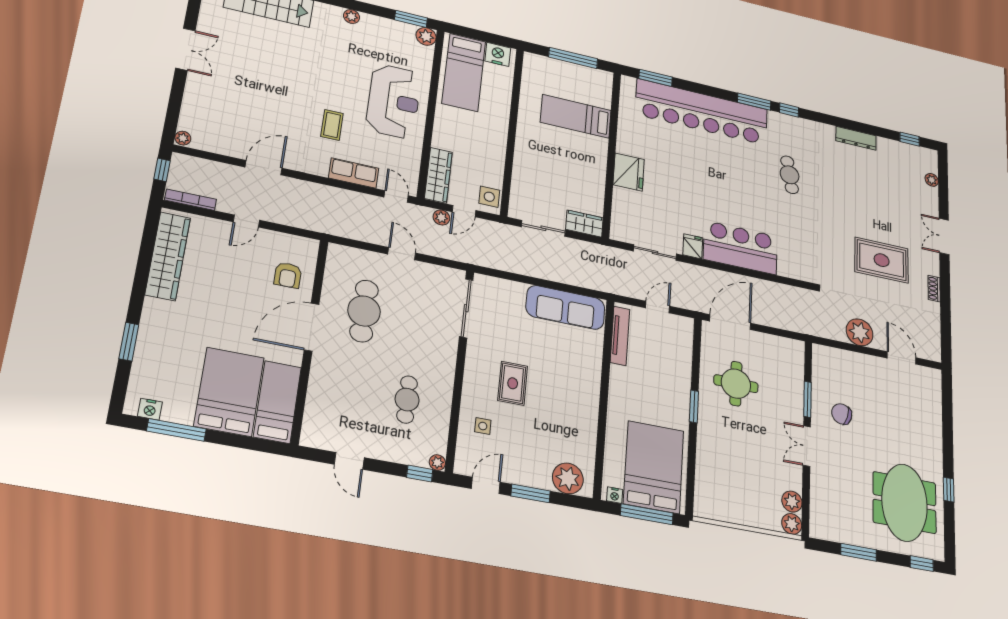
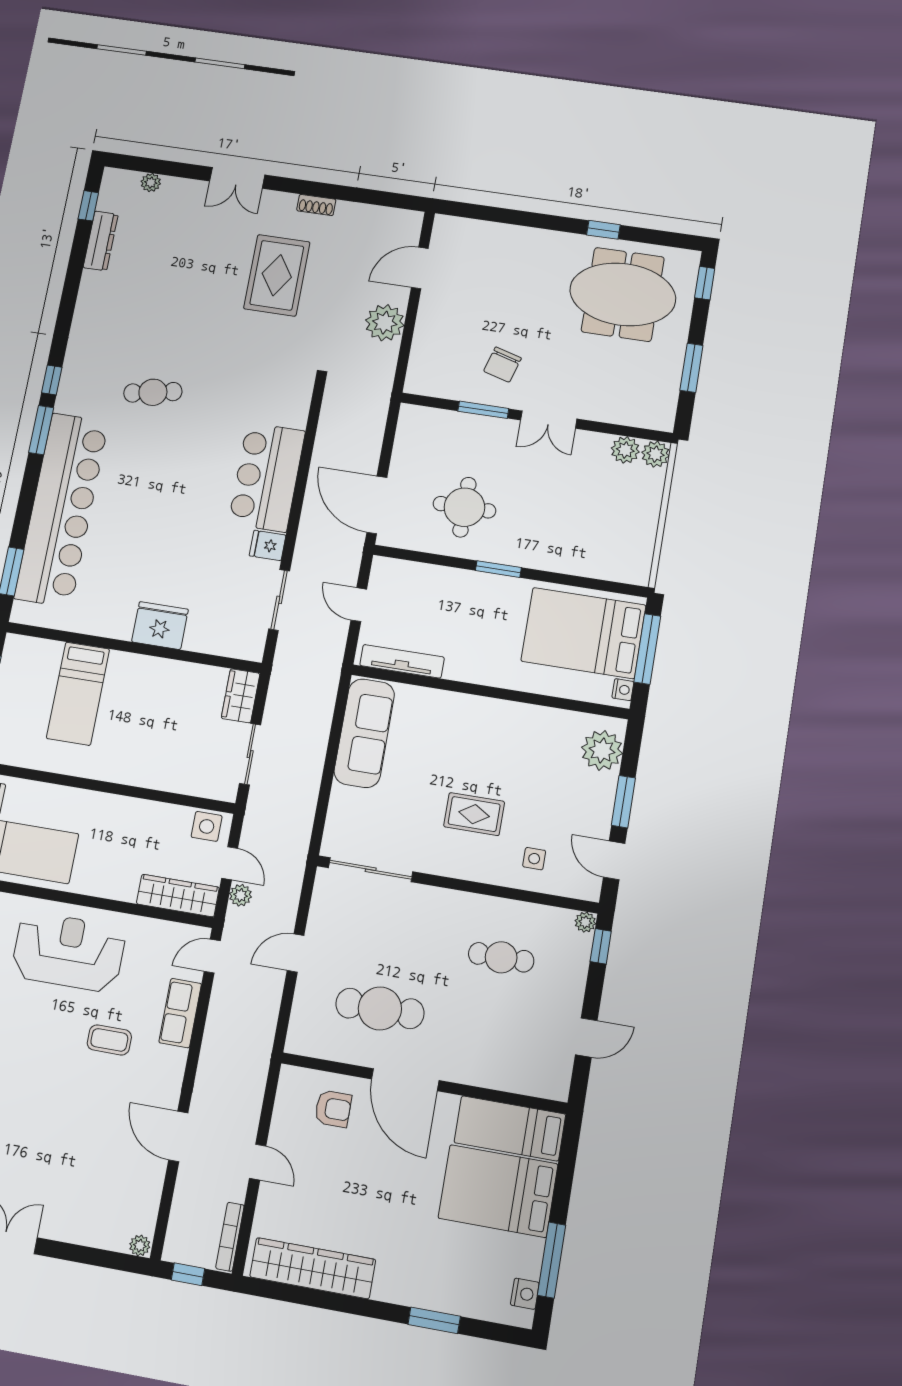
dresser: (856, 138) -> (101, 241), moved

